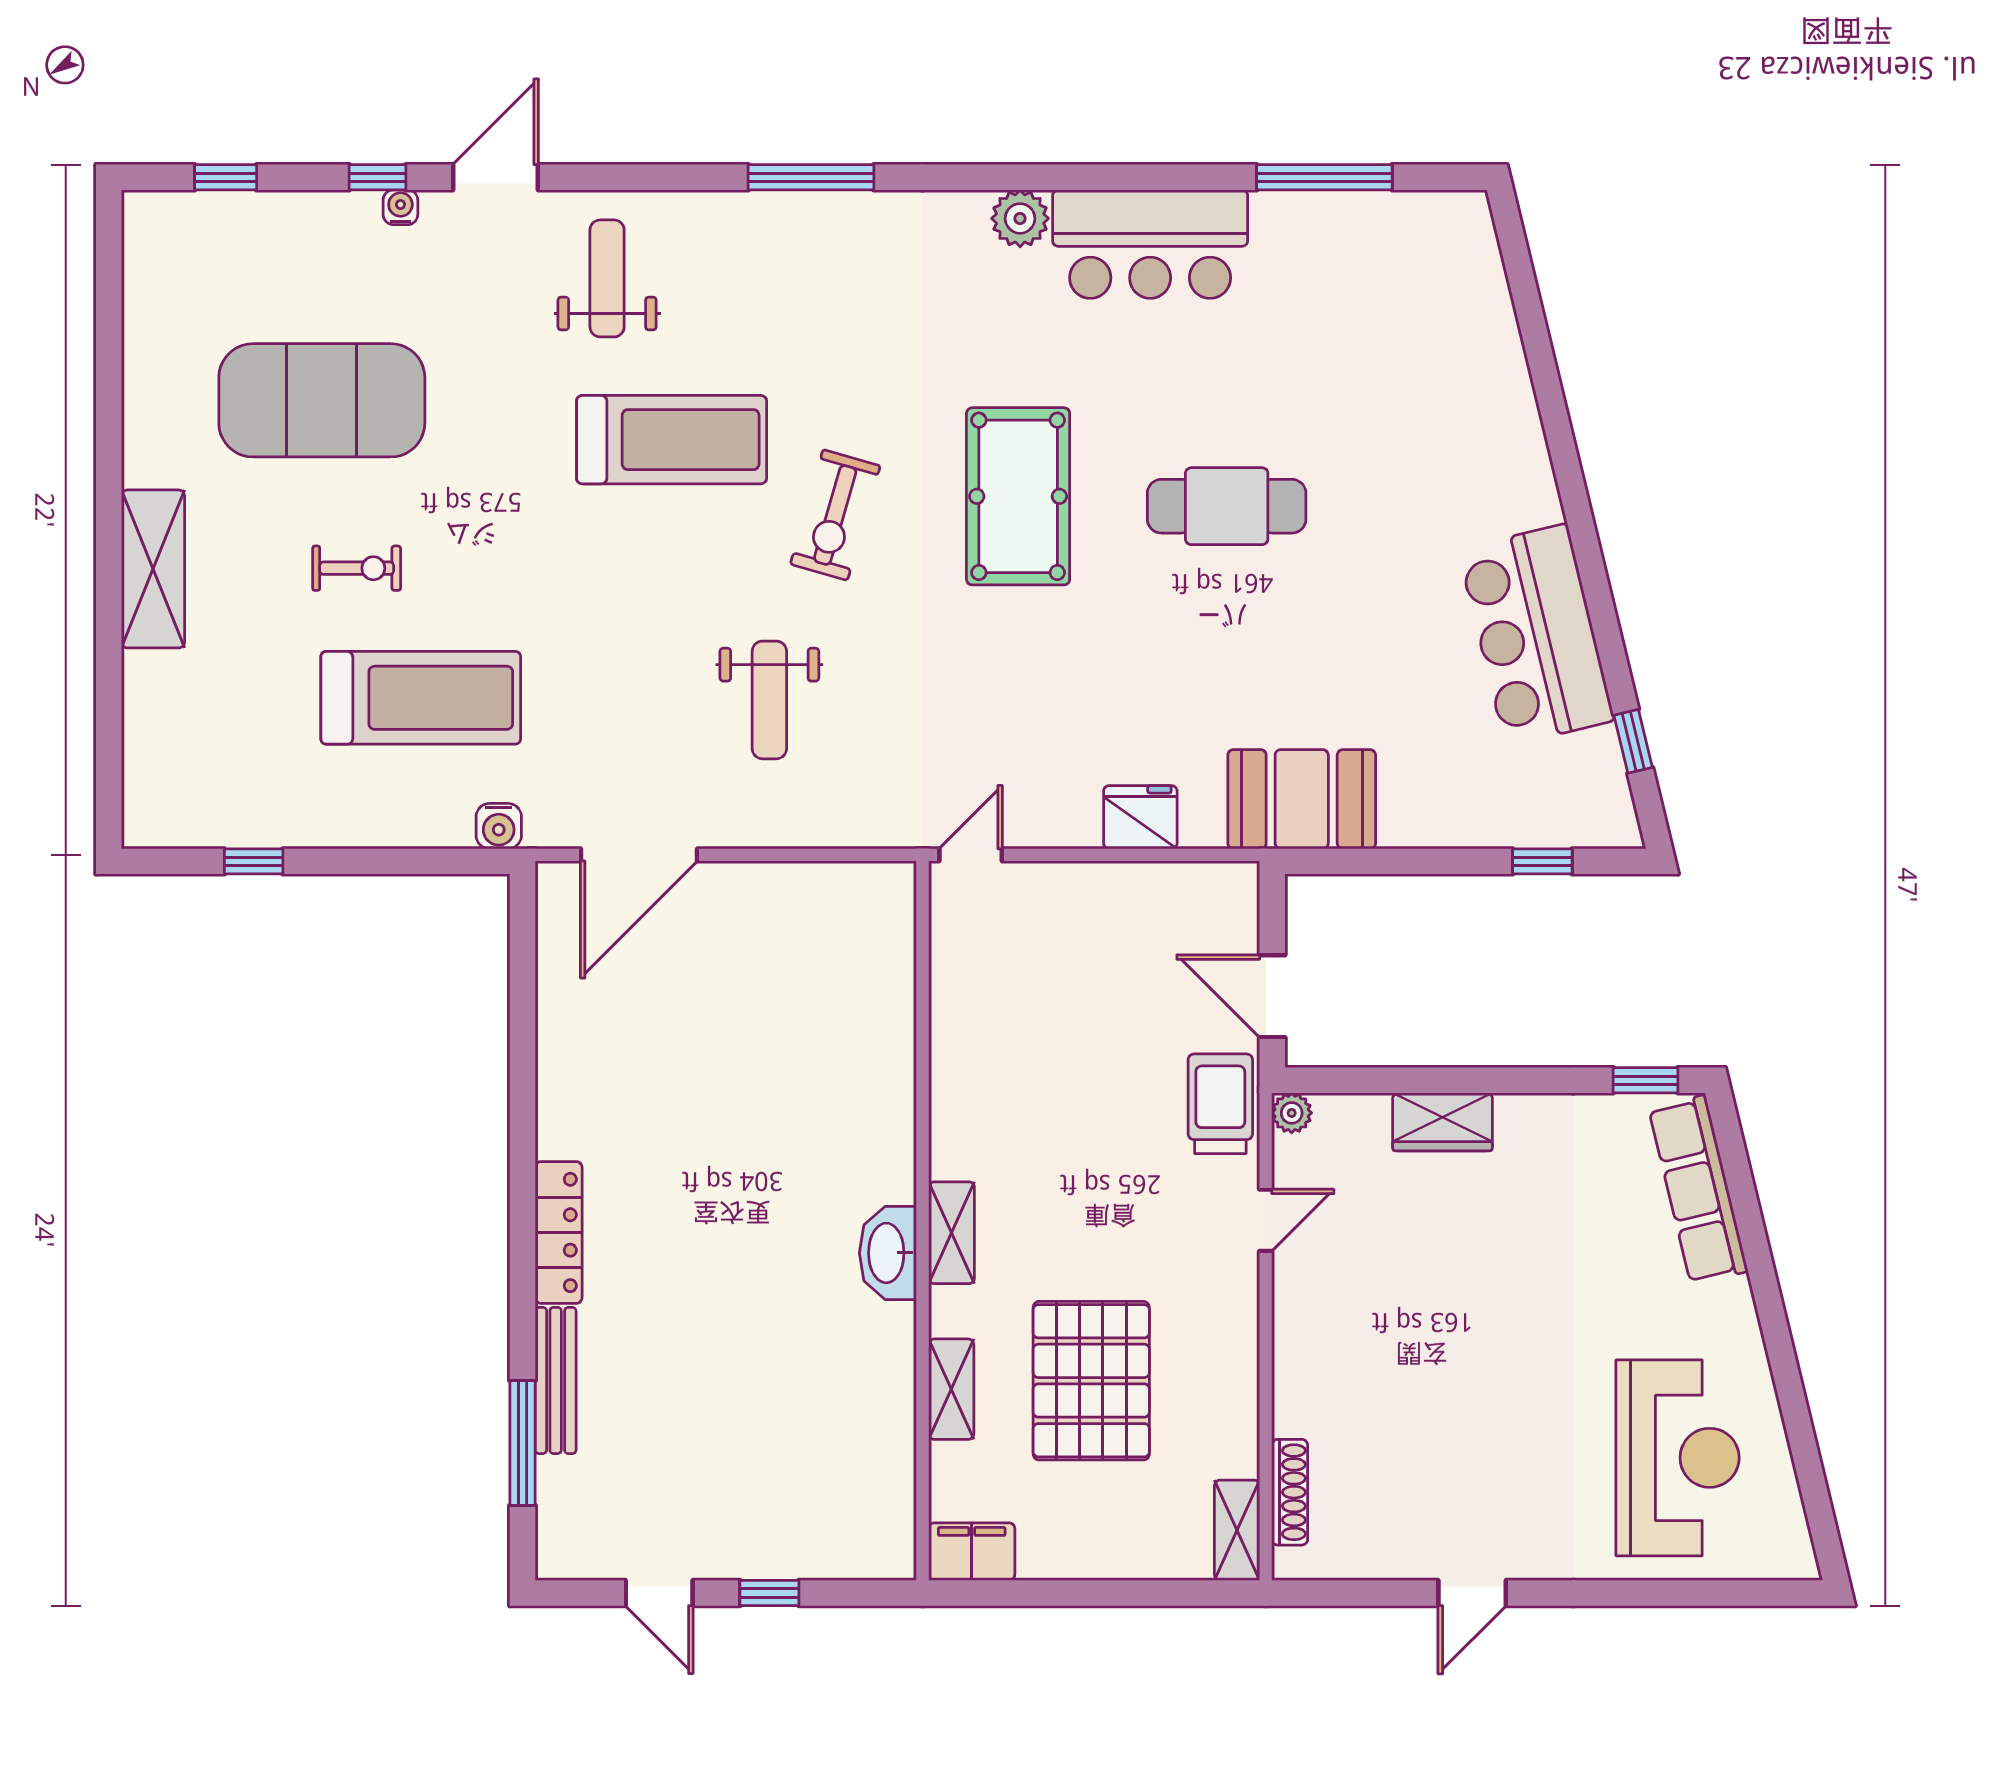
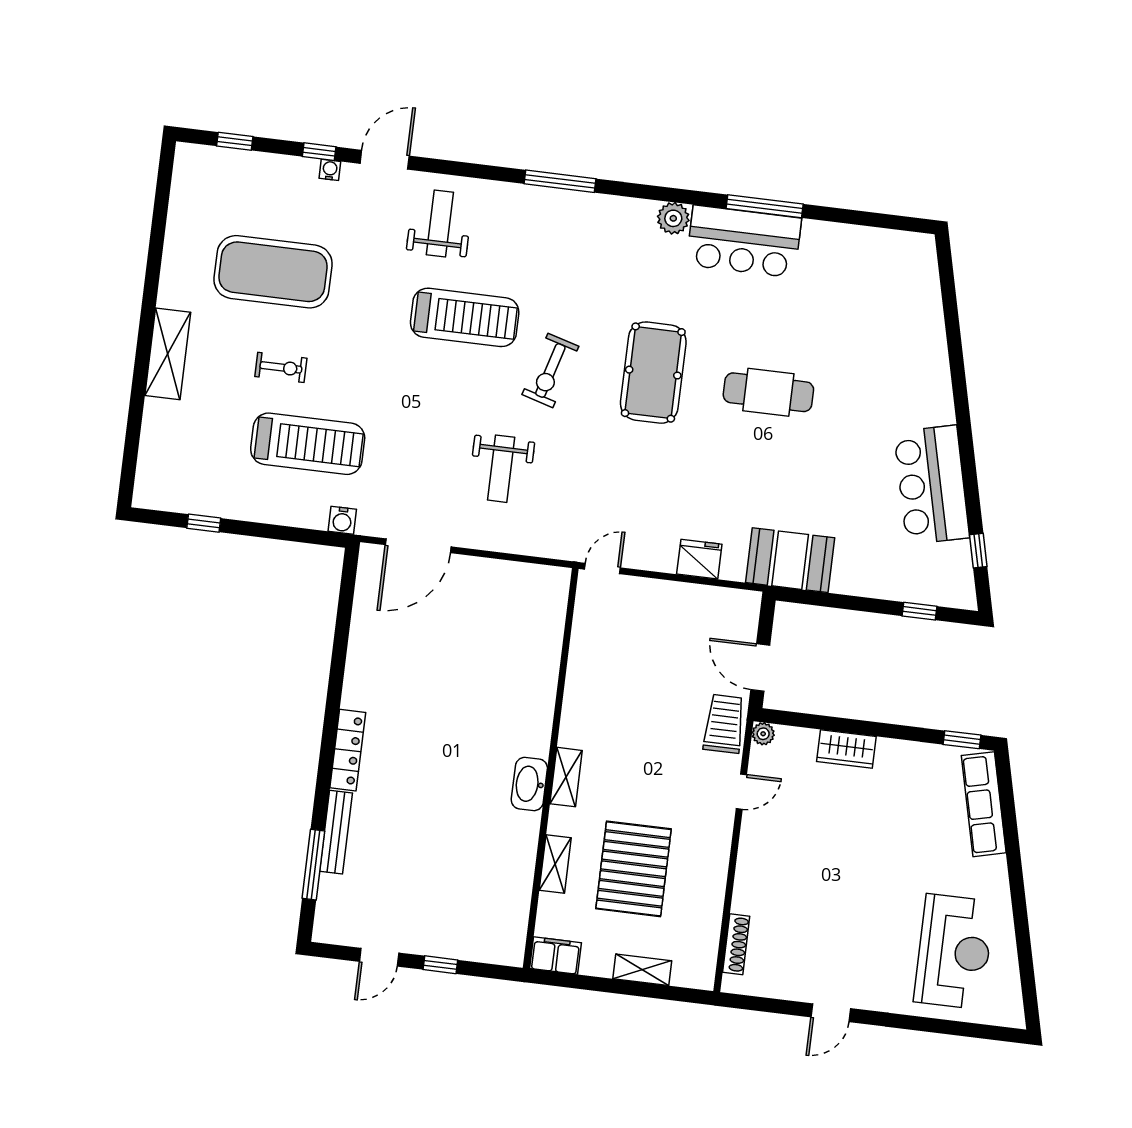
window: (1324, 177) -> (765, 206), moved
shelving: (1237, 1530) -> (642, 970), moved, turned 90
door: (659, 1593) -> (379, 957), hinge flipped

